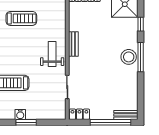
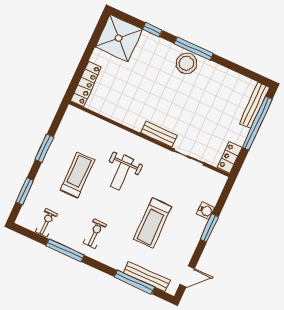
bench: (73, 44) -> (159, 134), moved
weight bench: (52, 54) -> (122, 173), moved, turned -90
water cooler: (20, 114) -> (206, 211), moved
bench: (126, 115) -> (255, 105), width x1.36

